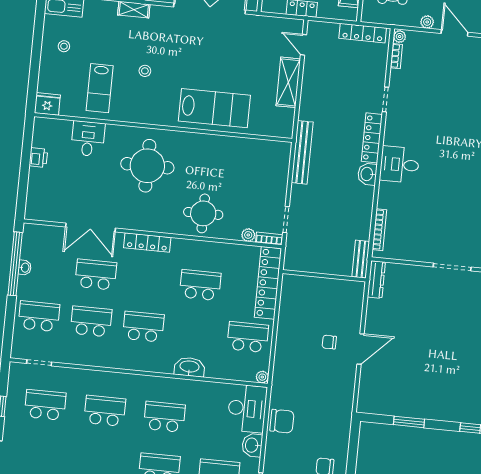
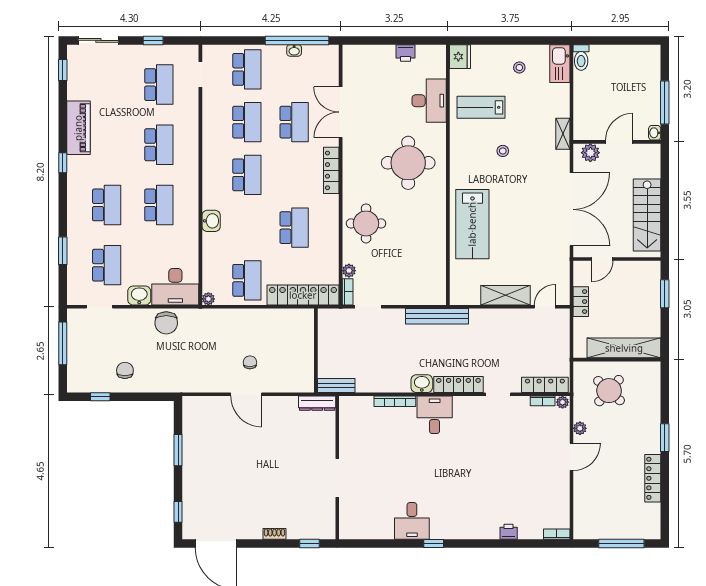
locker: (363, 33) -> (545, 385), moved, turned 90
desk: (88, 139) -> (429, 101), width x1.37
bookcase: (379, 230) -> (395, 401), moved
washbasin: (189, 367) -> (211, 221), width x0.72

